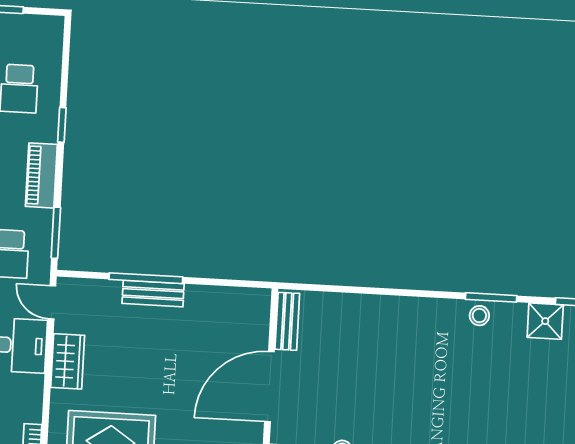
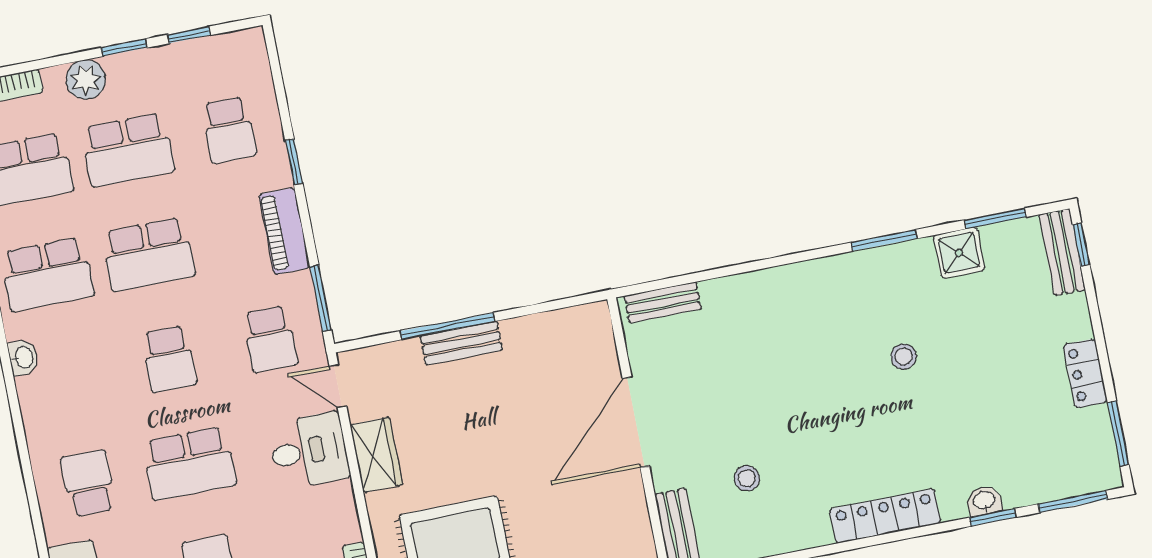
stool: (479, 316) -> (904, 356), moved
bench: (287, 321) -> (663, 302), moved, turned 90

